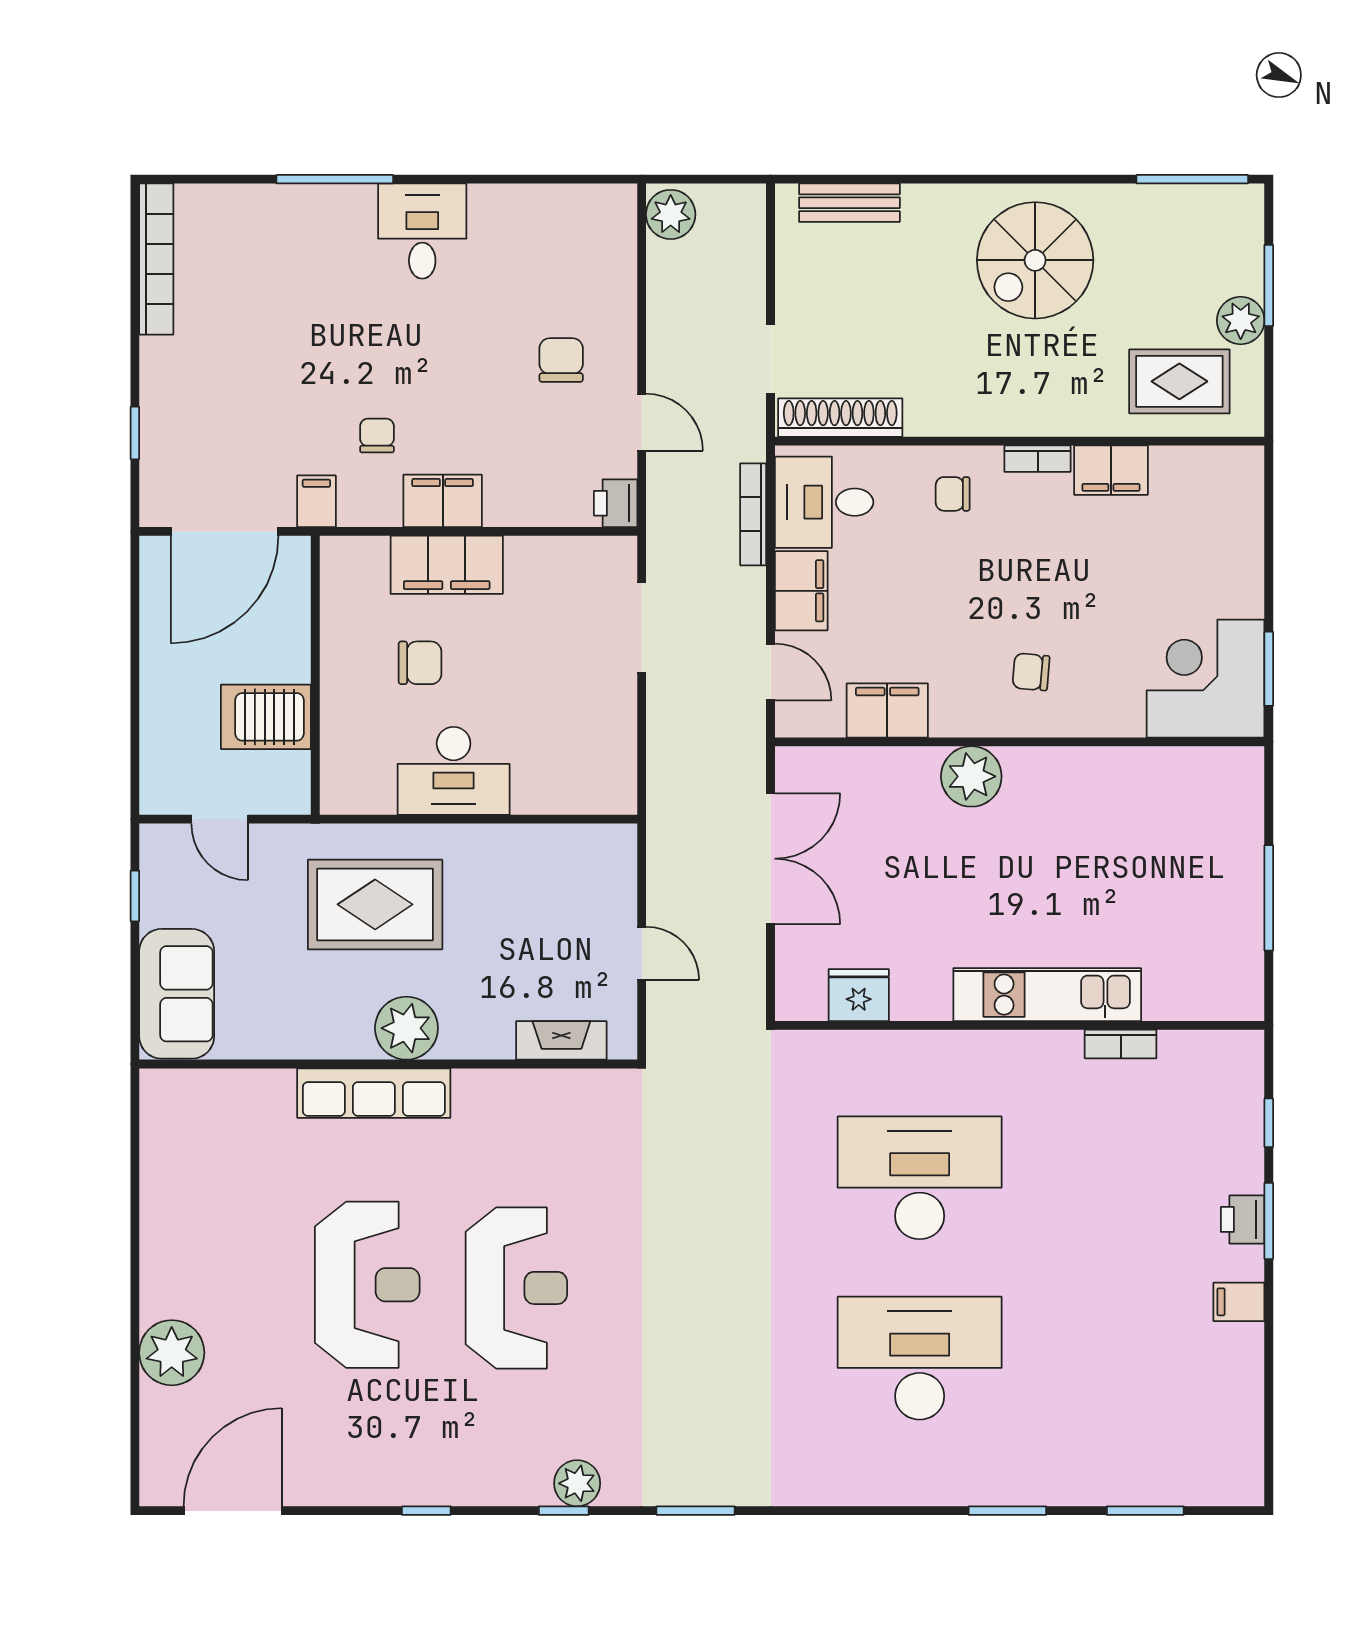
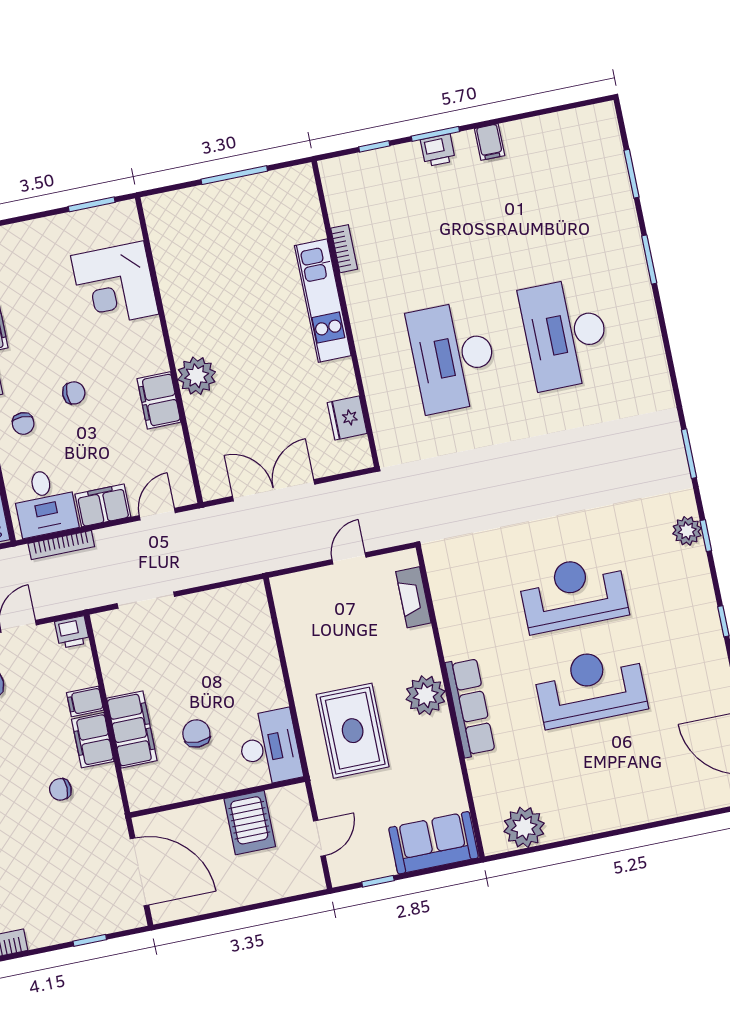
filing cabinet: (316, 501) -> (85, 701), moved
chair: (1031, 672) -> (74, 393), moved, turned -95
corner desk: (1205, 679) -> (115, 285), moved
filing cabinet: (887, 710) -> (159, 400), moved
desk: (454, 771) -> (269, 747), moved
plant: (172, 1353) -> (524, 827), moved

